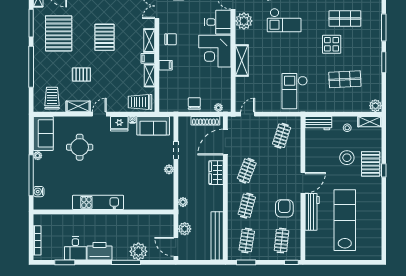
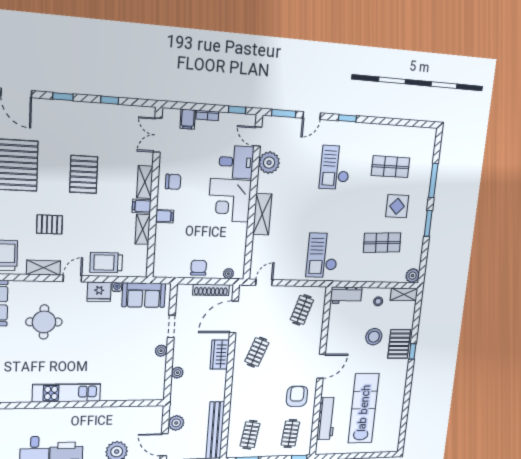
checkout: (284, 20) -> (335, 167), moved, turned 90
display table: (332, 44) -> (397, 206), moved
trolley: (140, 102) -> (106, 263), moved
plant: (183, 202) -> (177, 373), moved
clothes rail: (247, 206) -> (253, 394), removed
workbench: (312, 212) -> (326, 418), moved

